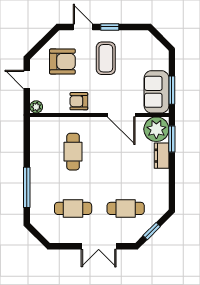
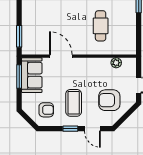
armchair: (79, 101) -> (46, 110), moved
plant: (36, 107) -> (116, 63), moved
plant: (156, 129) -> (32, 44), removed
dresser: (162, 156) -> (28, 23), removed

